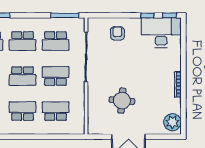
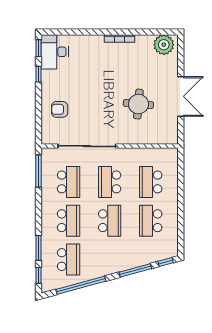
desk: (161, 33) -> (55, 52), width x0.73, depth x0.77

